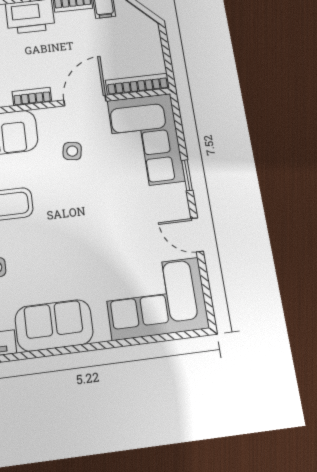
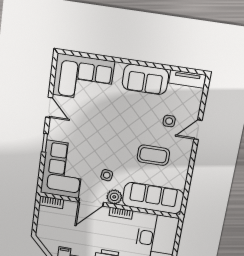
bookcase: (137, 84) -> (51, 202), width x0.64
plant: (50, 120) -> (114, 197), added

